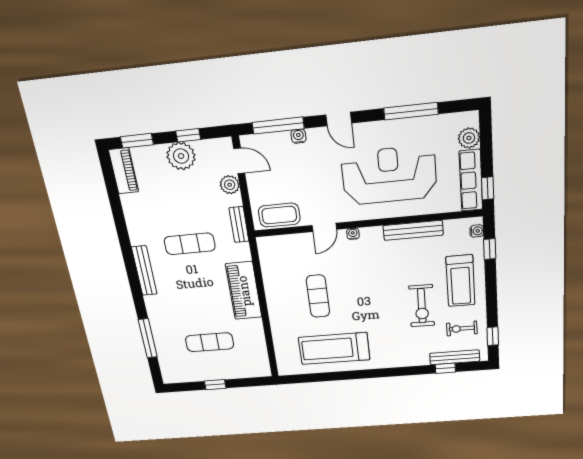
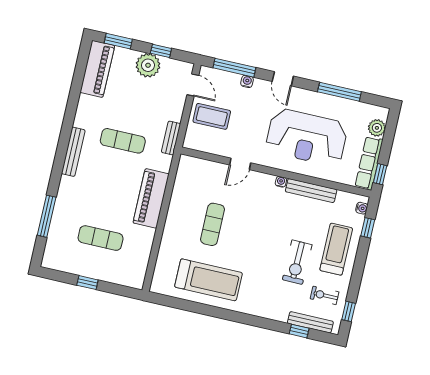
piano: (124, 171) -> (97, 69), width x1.37, depth x1.33
reception desk: (389, 175) -> (307, 137), turned 180
plant: (230, 185) -> (177, 102), removed
coffee table: (279, 215) -> (212, 116), moved
water cooler: (353, 234) -> (281, 182), moved
treadmill: (460, 281) -> (336, 249), turned 180
treadmill: (334, 349) -> (208, 280), turned 180

